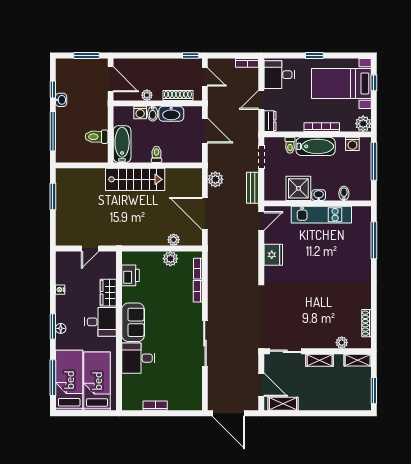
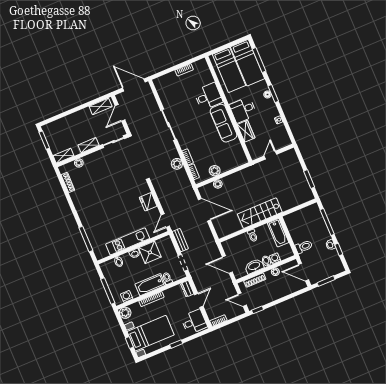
toilet: (97, 137) -> (304, 247), moved
plant: (215, 179) -> (177, 164), moved
printer: (130, 275) -> (236, 149), removed
sofa: (133, 322) -> (224, 123), width x1.36
door: (261, 385) -> (120, 113), hinge flipped

